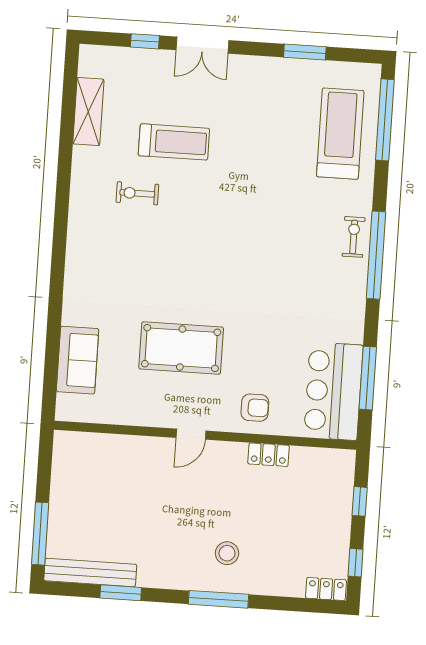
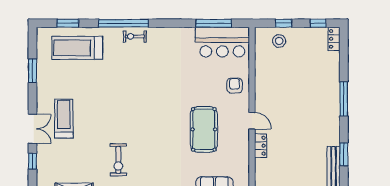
window: (385, 120) -> (68, 23), width x0.47
treadmill: (174, 142) -> (64, 119), moved
exercise bike: (137, 193) -> (118, 160), width x1.38, depth x1.39
window: (376, 255) -> (123, 23), moved
locker: (269, 455) -> (261, 146), moved
stool: (227, 553) -> (279, 41), moved

